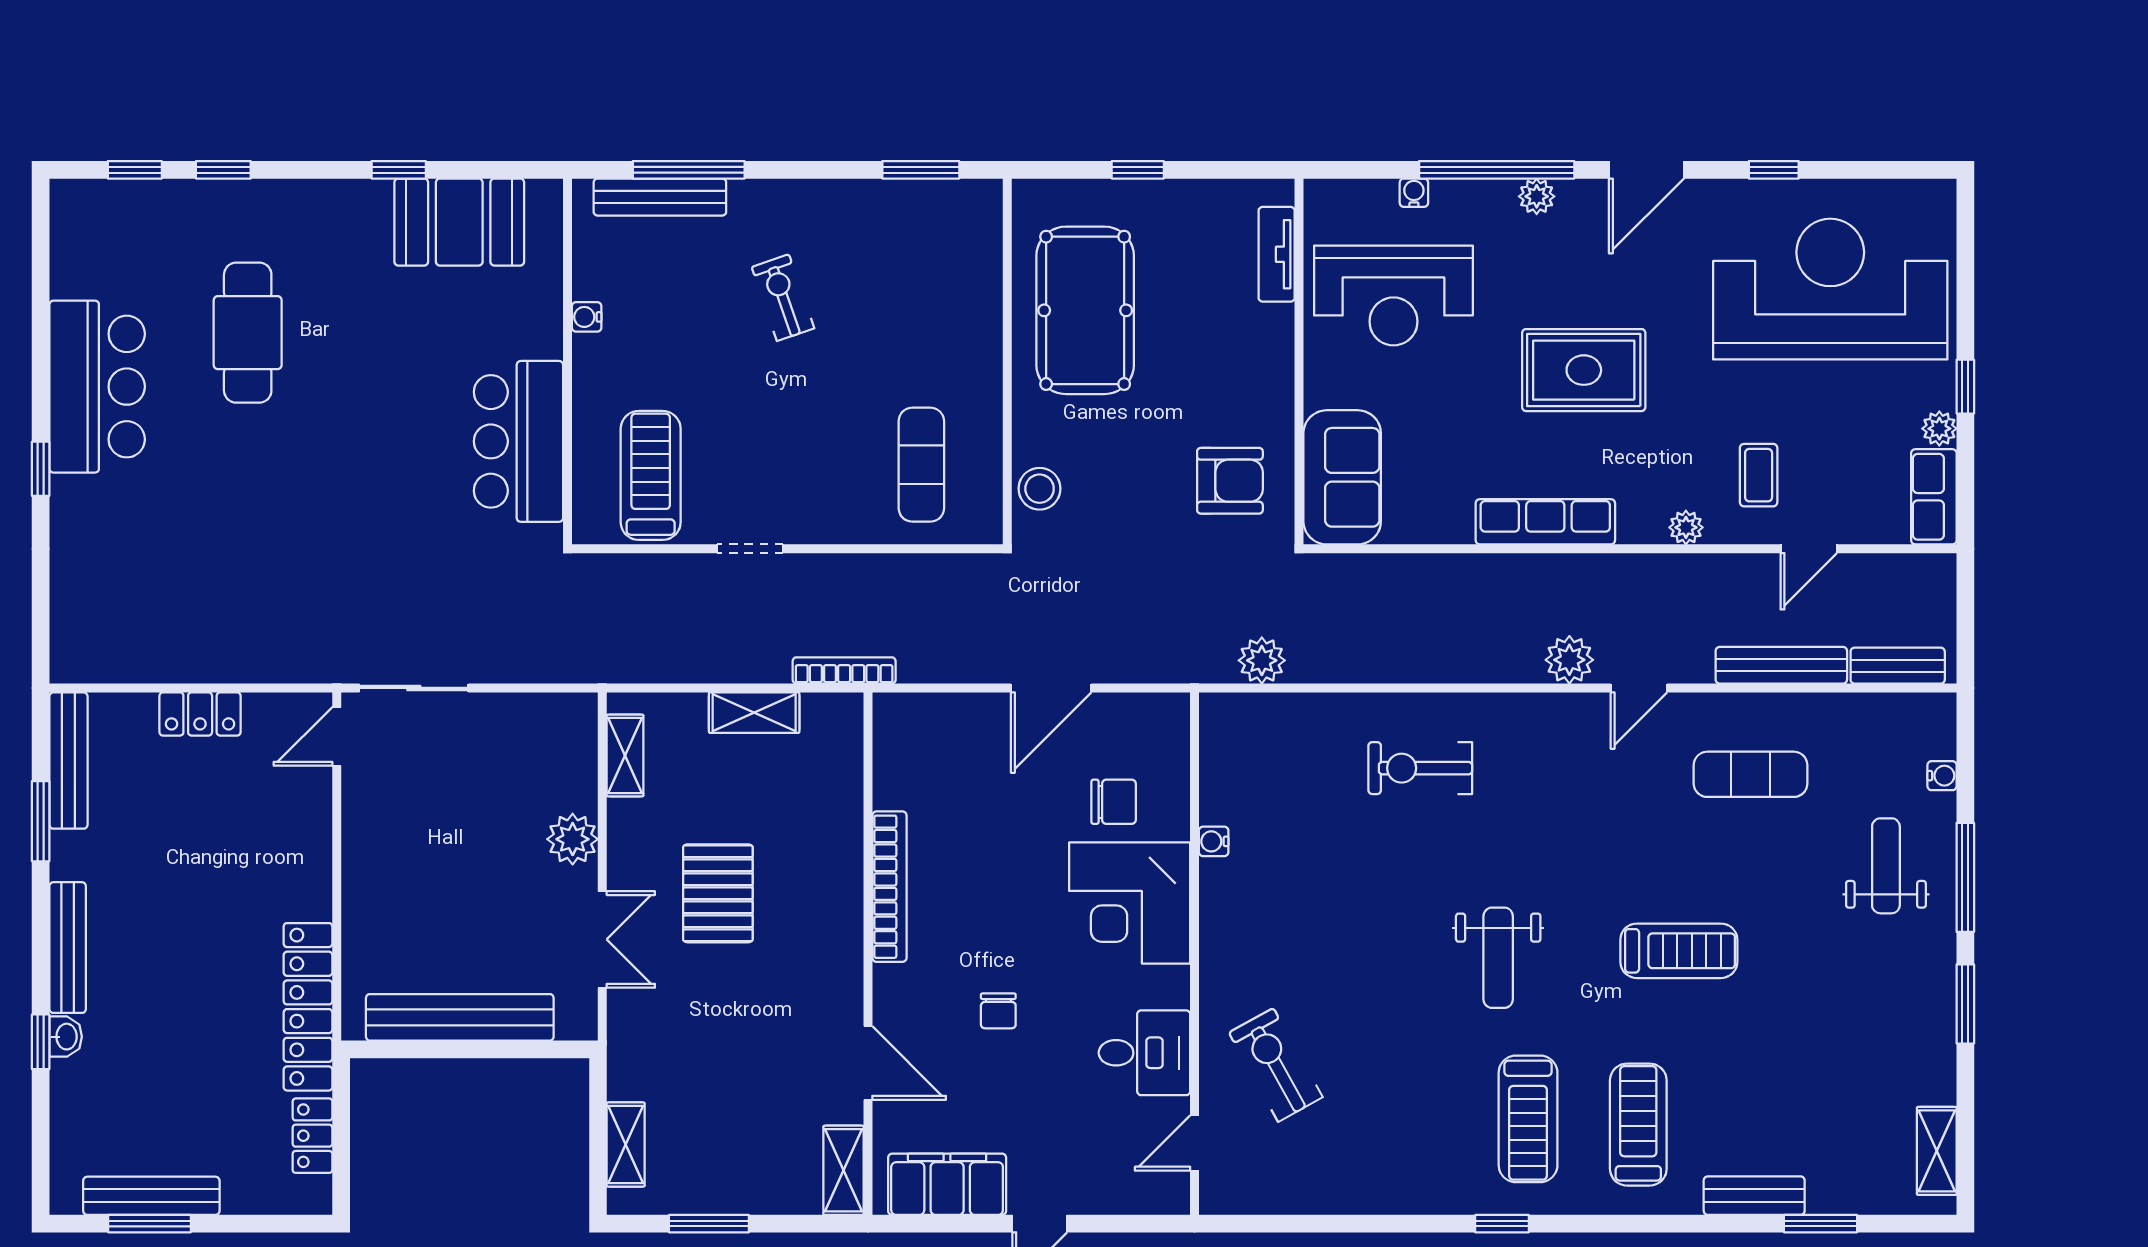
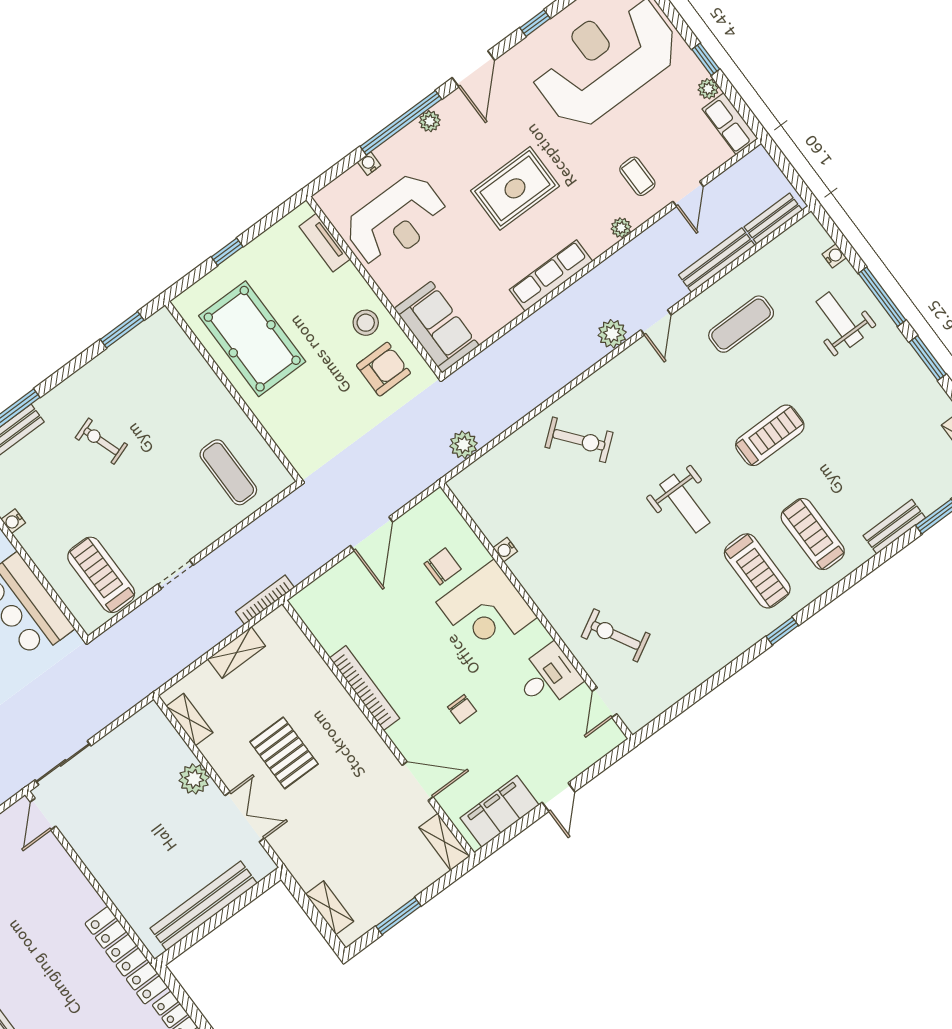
stool: (1040, 489) -> (366, 323), moved
exercise bike: (1420, 768) -> (579, 440), turned -129

